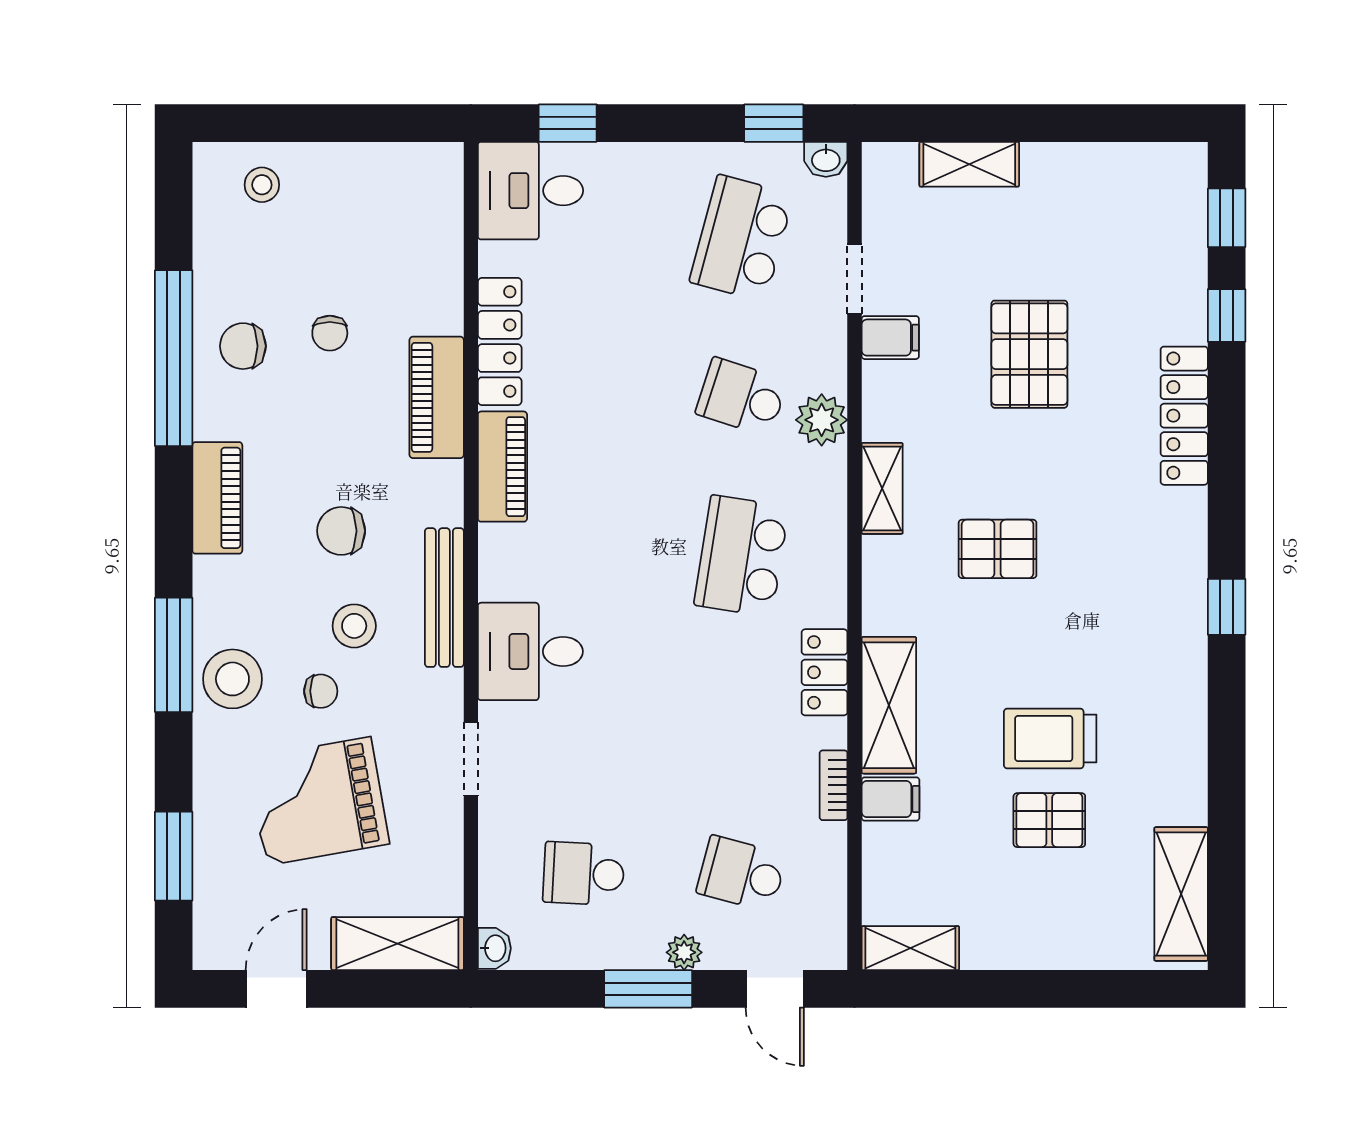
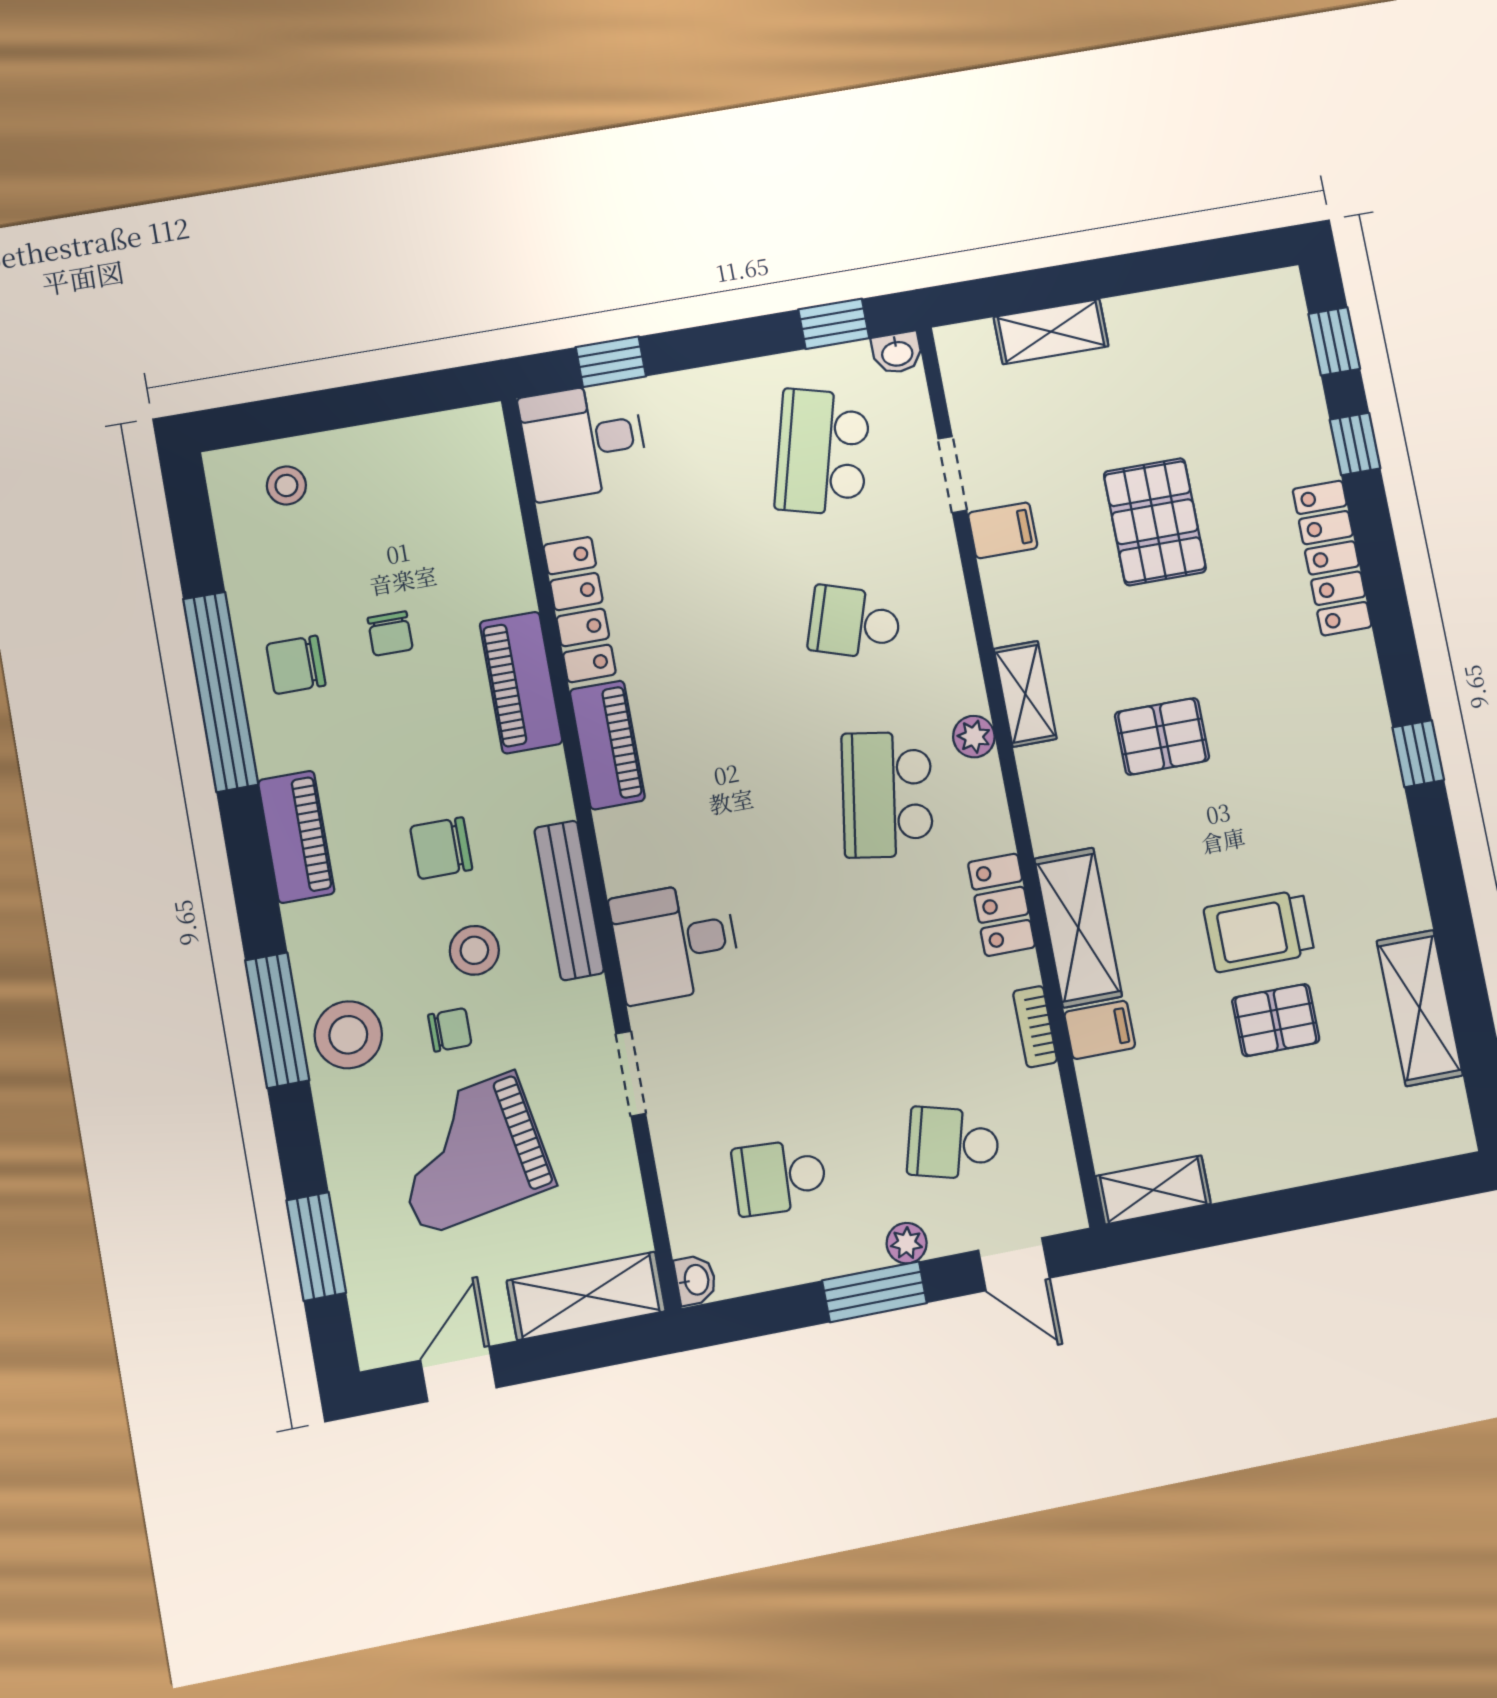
plant: (822, 420) -> (974, 737), moved, width x0.73, depth x0.73
shelving: (1181, 894) -> (1420, 1008), moved

